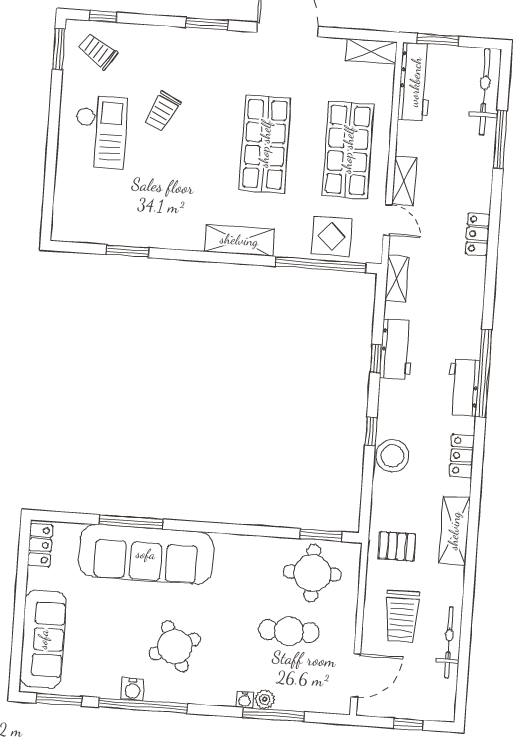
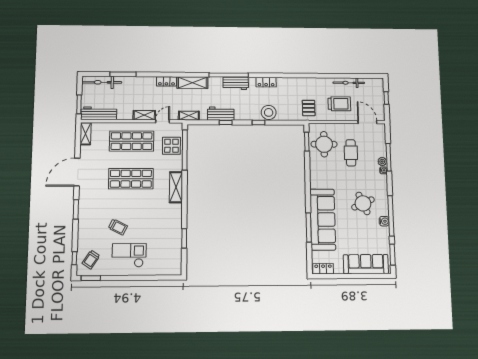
shelving: (454, 531) -> (192, 83), moved

